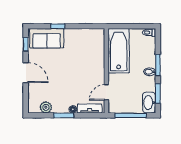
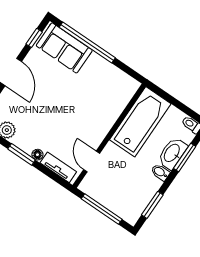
window: (58, 26) -> (87, 43), width x3.17
window: (158, 65) -> (185, 157), moved
door: (106, 92) -> (92, 162), hinge flipped
washbasin: (149, 103) -> (172, 153), moved

